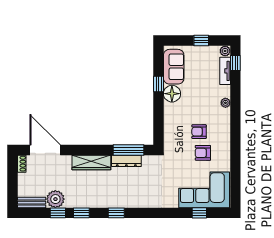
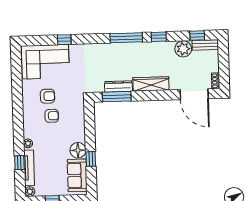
window: (235, 63) -> (19, 163), moved
tv unit: (225, 71) -> (29, 168), width x1.41
window: (58, 213) -> (197, 36), moved
window: (116, 213) -> (126, 38), width x2.17
window: (199, 213) -> (64, 40), moved

